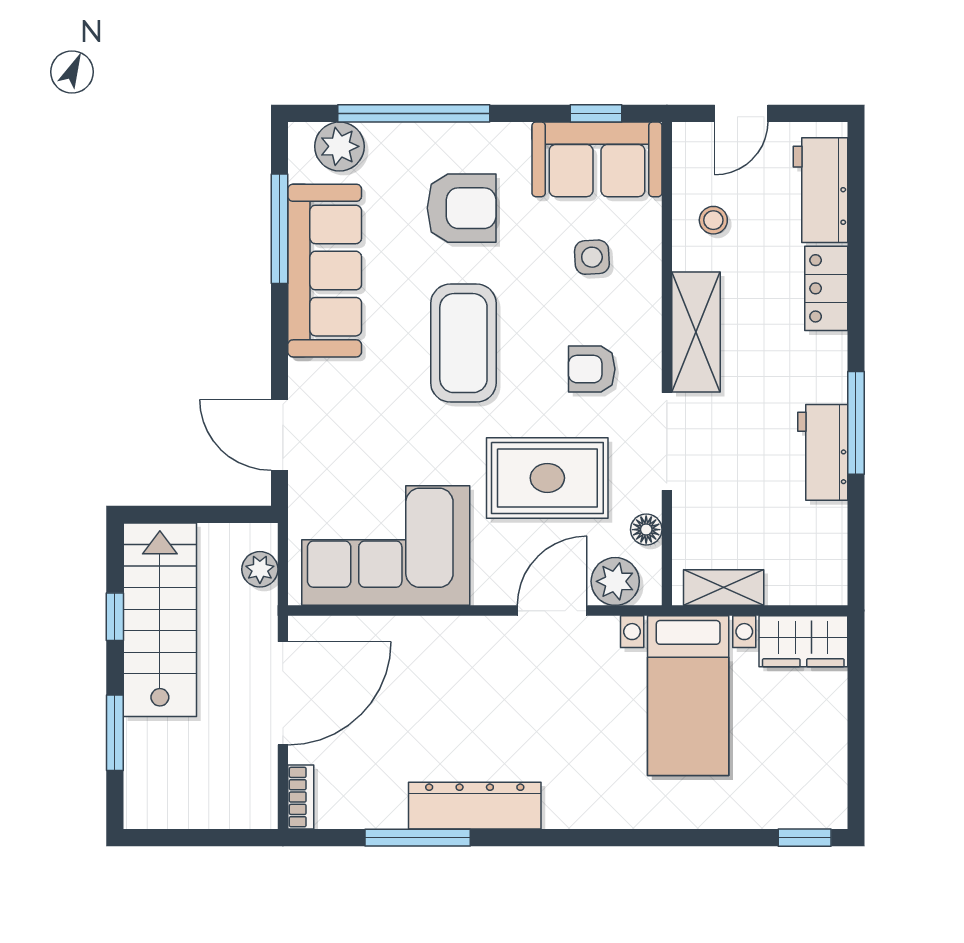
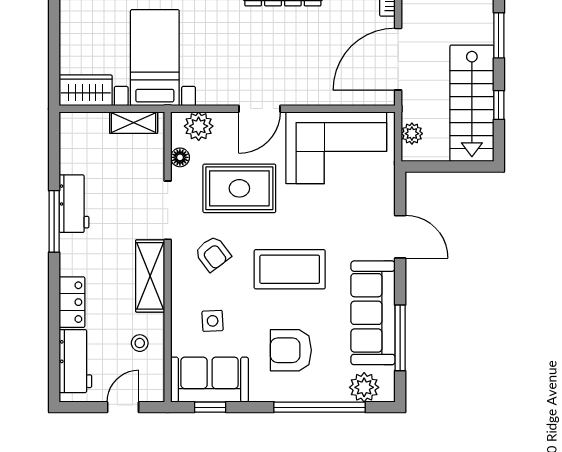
coffee table: (463, 343) -> (290, 269), turned 90
armchair: (592, 369) -> (213, 254), turned 53
door: (279, 435) -> (400, 237), moved
door: (552, 611) -> (260, 109), moved

